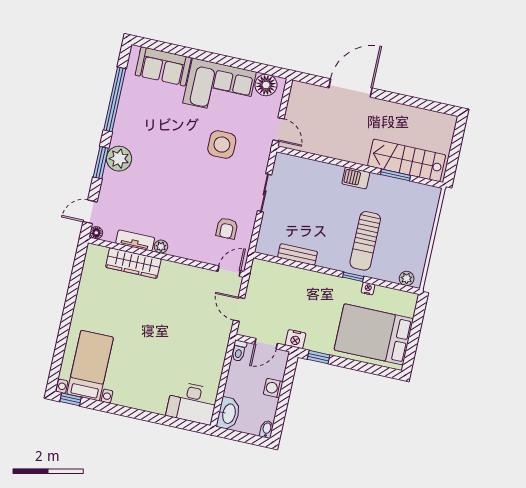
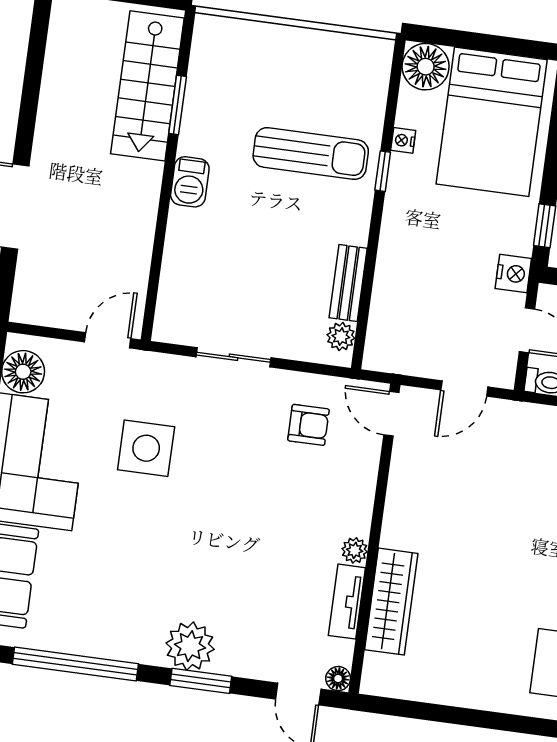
plant: (407, 278) -> (341, 337), moved
floor lamp: (405, 303) -> (426, 67), added

